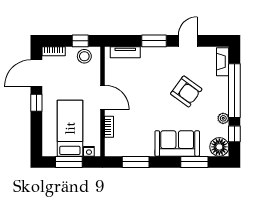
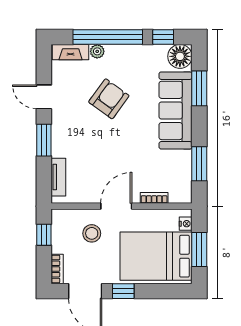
stool: (84, 56) -> (92, 233), moved
plant: (223, 118) -> (97, 51), moved
bed: (70, 128) -> (156, 256), width x1.50
sofa: (177, 143) -> (176, 110), width x1.36

